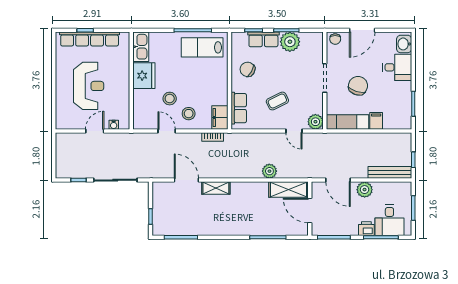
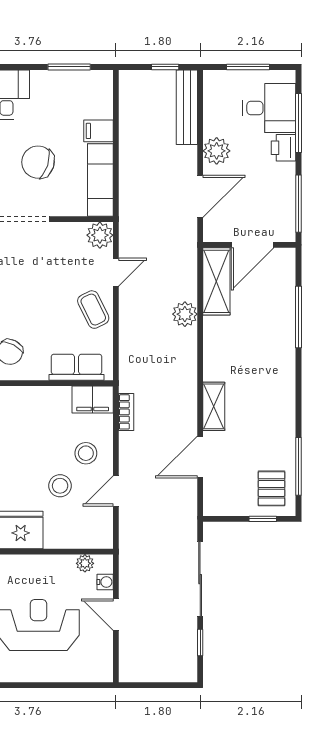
coffee table: (277, 101) -> (93, 310), moved
plant: (125, 113) -> (85, 563), added
pallet: (168, 222) -> (271, 488), added

